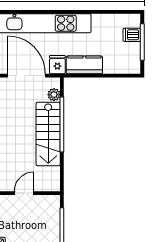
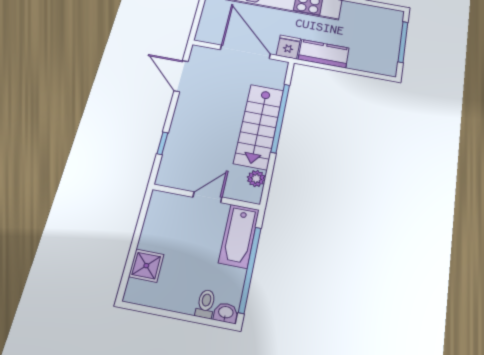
dishwasher: (132, 35) -> (390, 32), removed
plant: (54, 95) -> (256, 178), moved
bathtub: (51, 215) -> (239, 236), added

